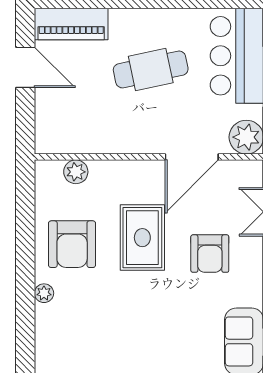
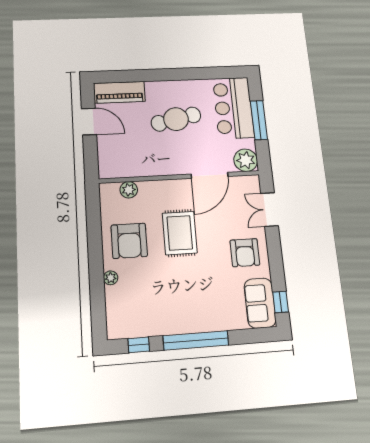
armchair: (210, 254) -> (245, 253), moved

